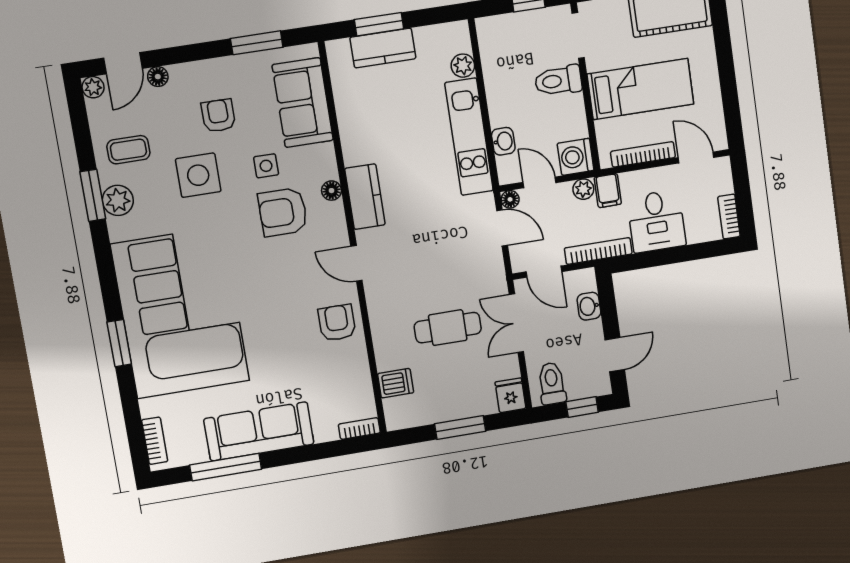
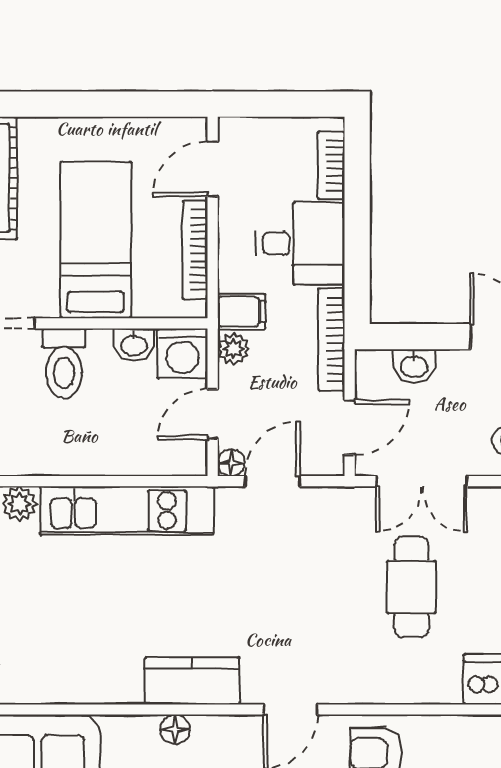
washbasin: (503, 141) -> (134, 345), moved, turned 180
bookcase: (729, 217) -> (331, 165), moved, turned 90

